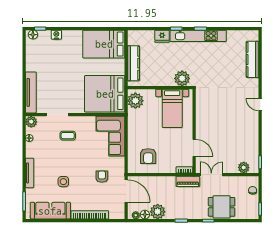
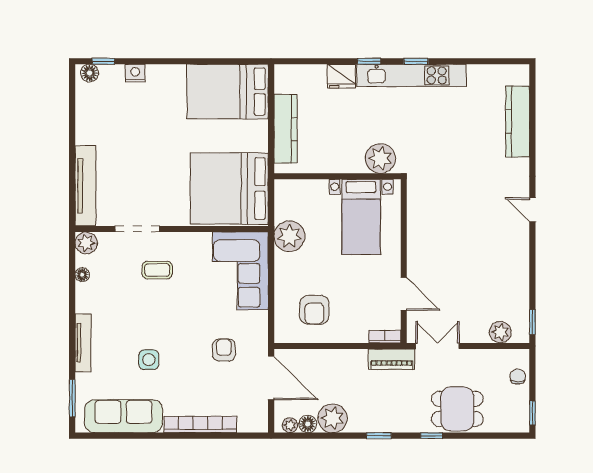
plant: (135, 101) -> (289, 236), moved

